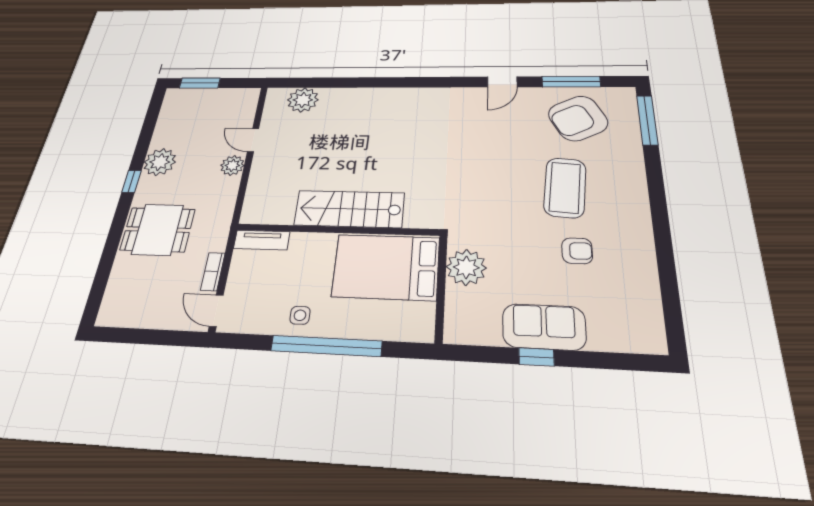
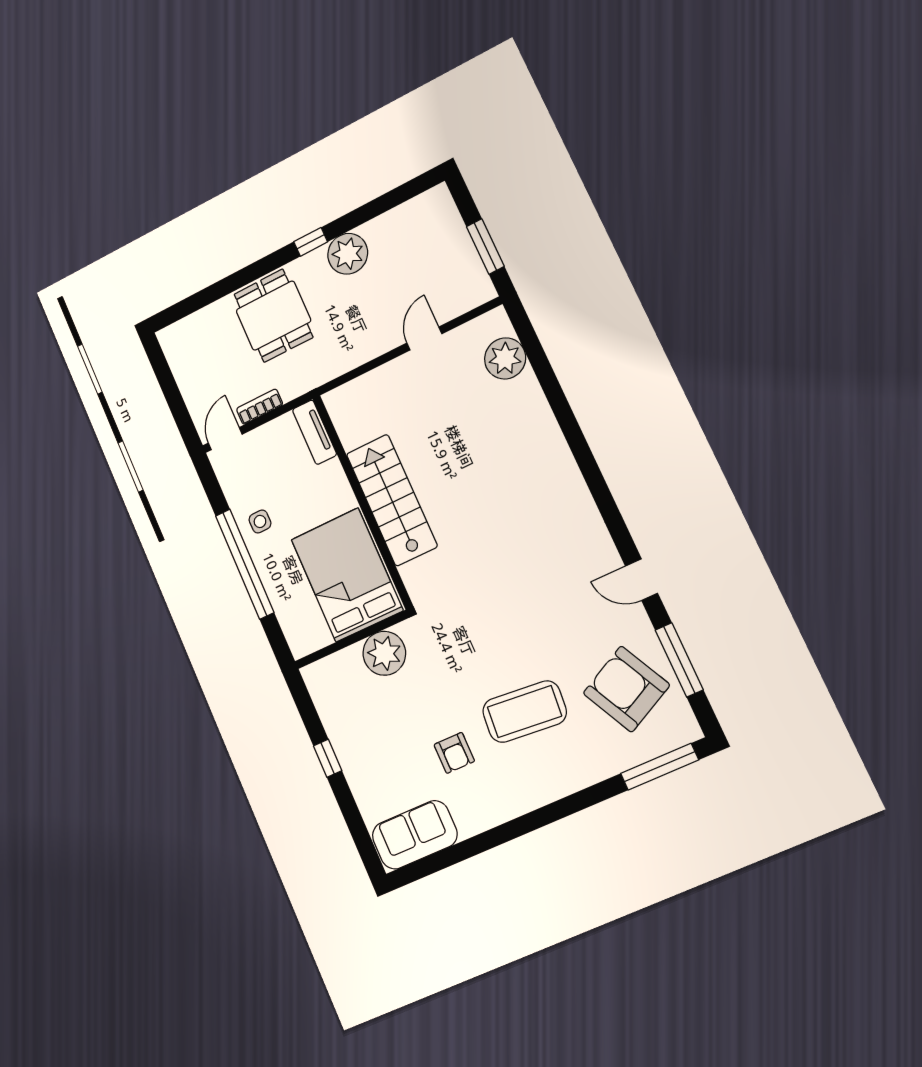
window: (200, 83) -> (485, 246), moved
plant: (232, 165) -> (382, 339), removed
sofa: (544, 327) -> (415, 835), moved, turned -90

